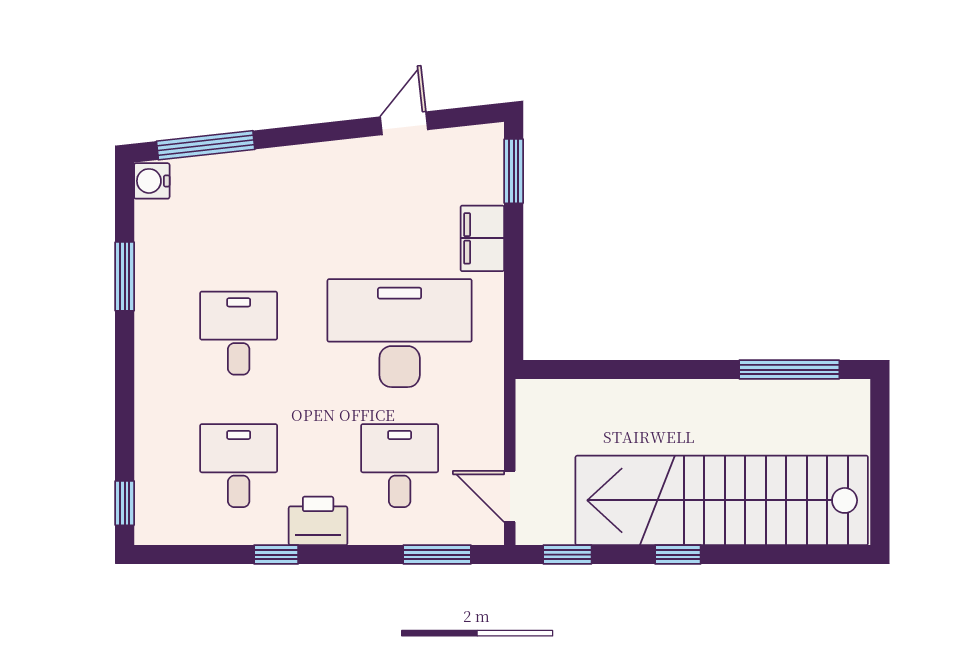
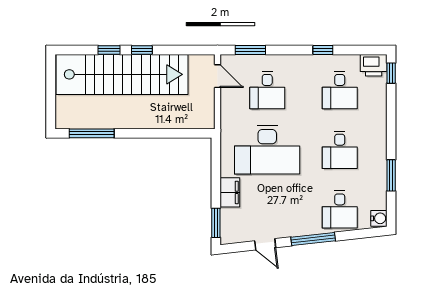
door: (404, 123) -> (265, 244), hinge flipped
window: (206, 145) -> (313, 239), moved
desk: (239, 201) -> (340, 210), added
printer: (318, 521) -> (374, 65), moved
window: (567, 555) -> (109, 50), moved

